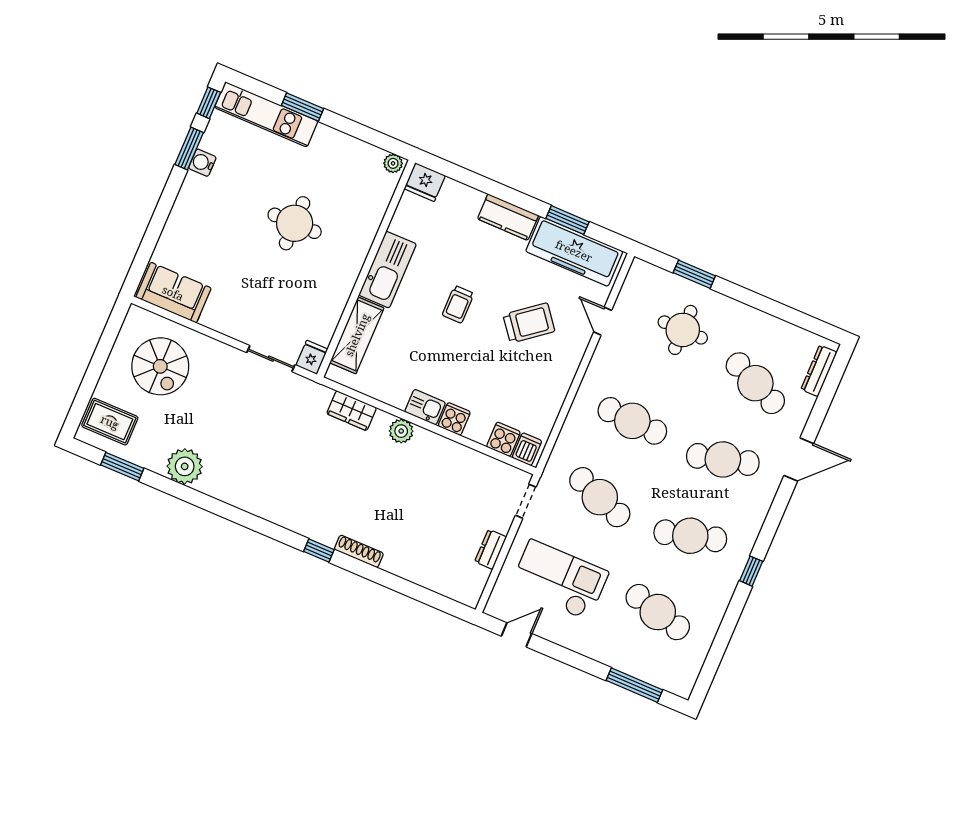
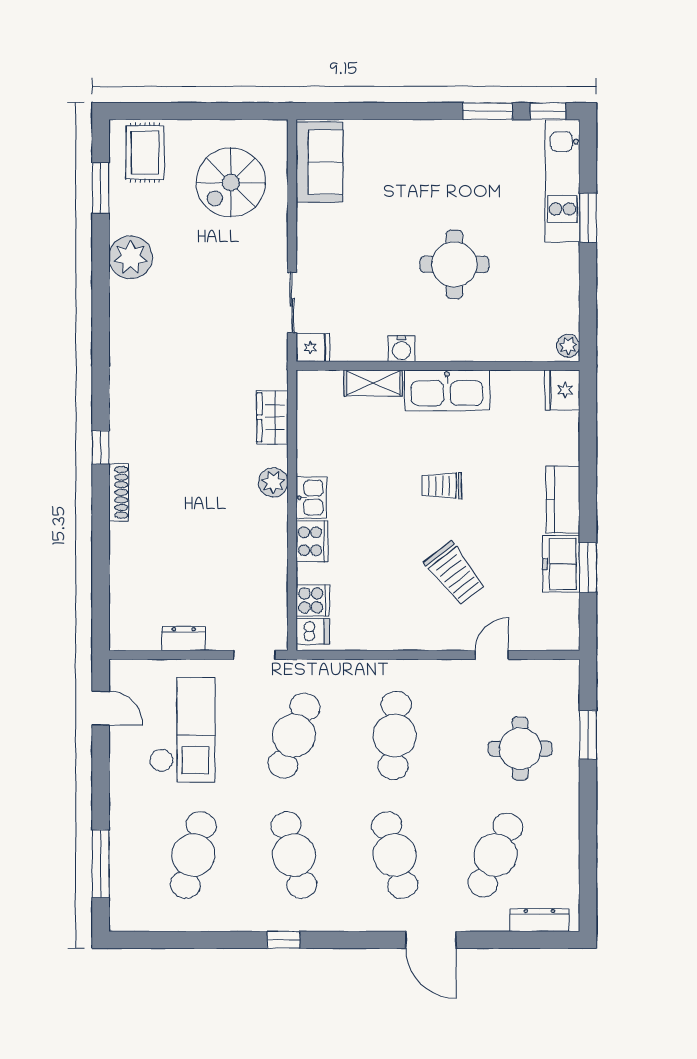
water cooler: (202, 163) -> (401, 348), moved, turned 180
freezer: (574, 251) -> (561, 564), width x0.52, depth x0.79
shelving: (357, 335) -> (373, 383), width x0.67, depth x0.75
cooker: (454, 419) -> (312, 541), width x1.36

